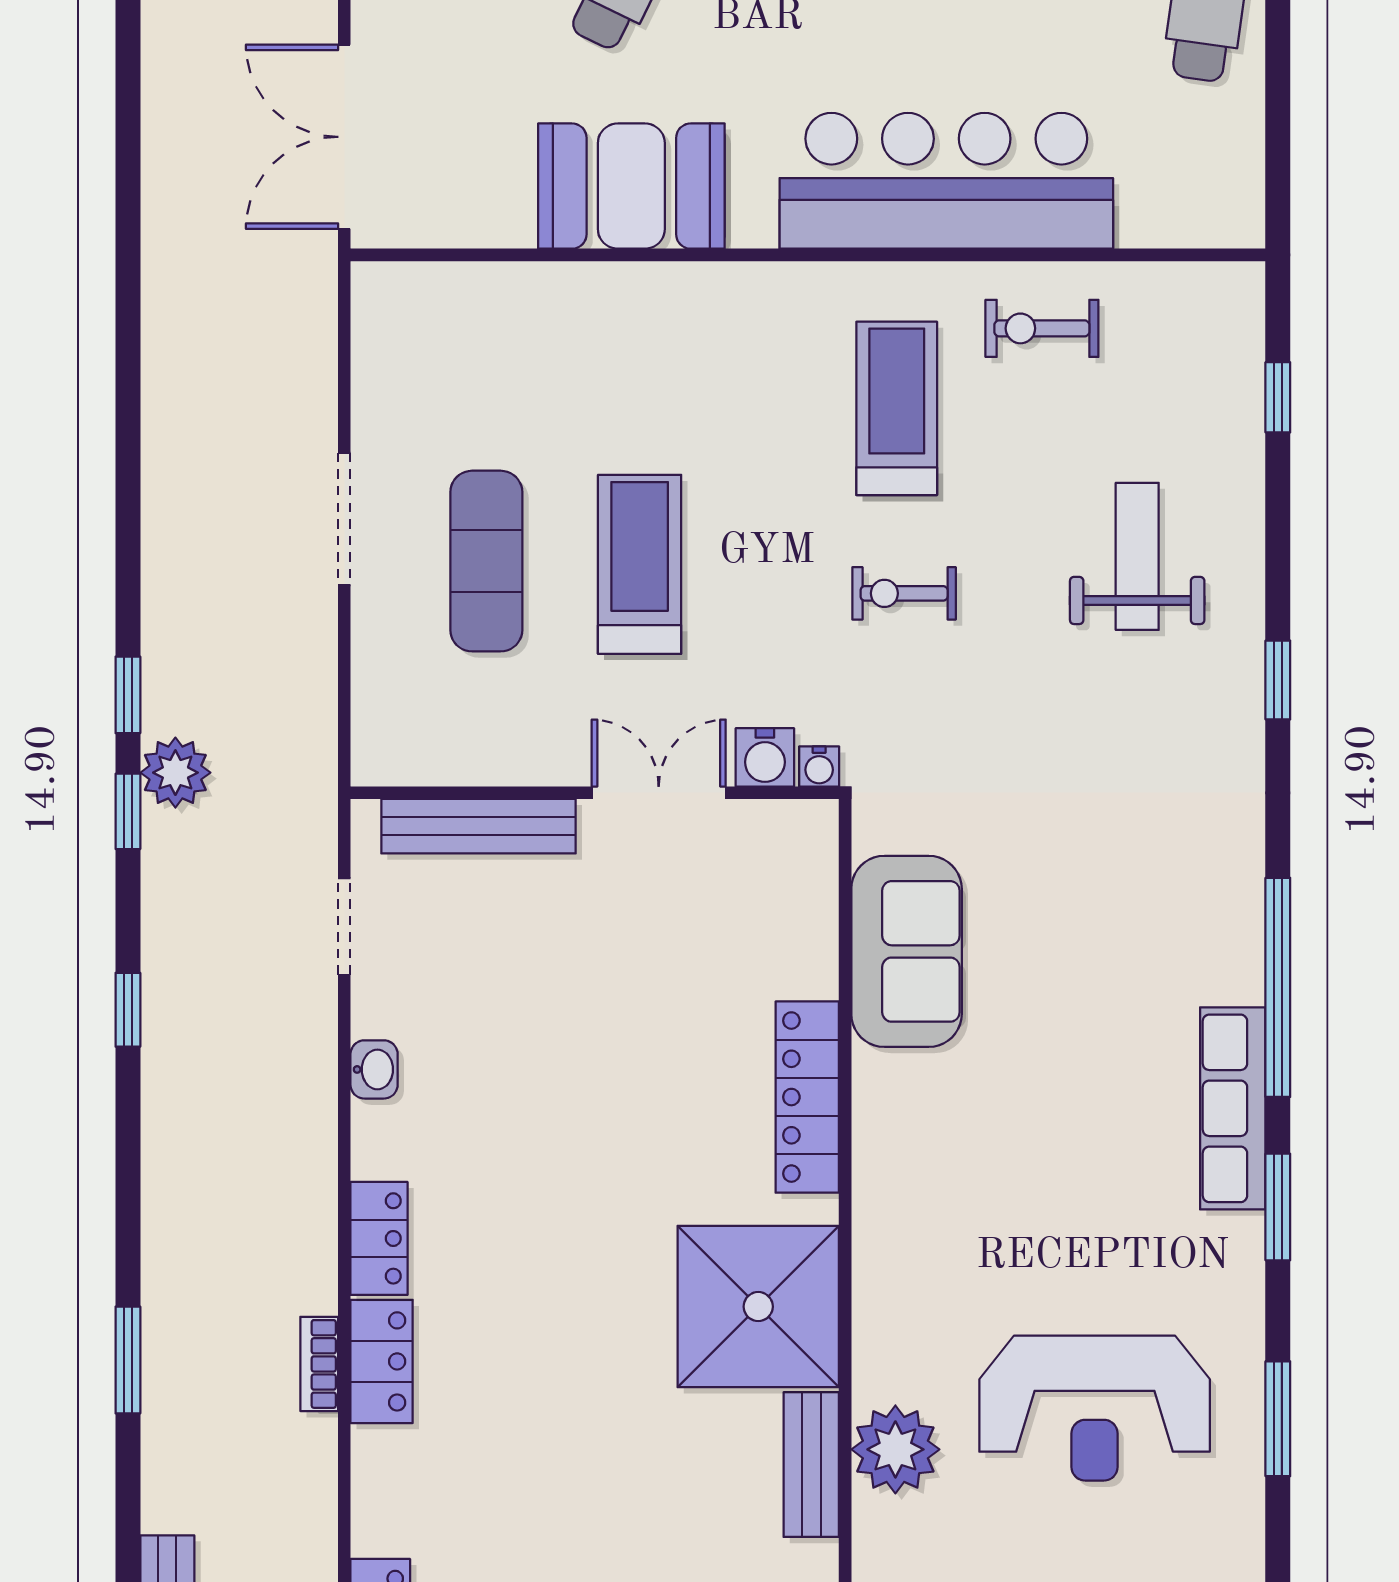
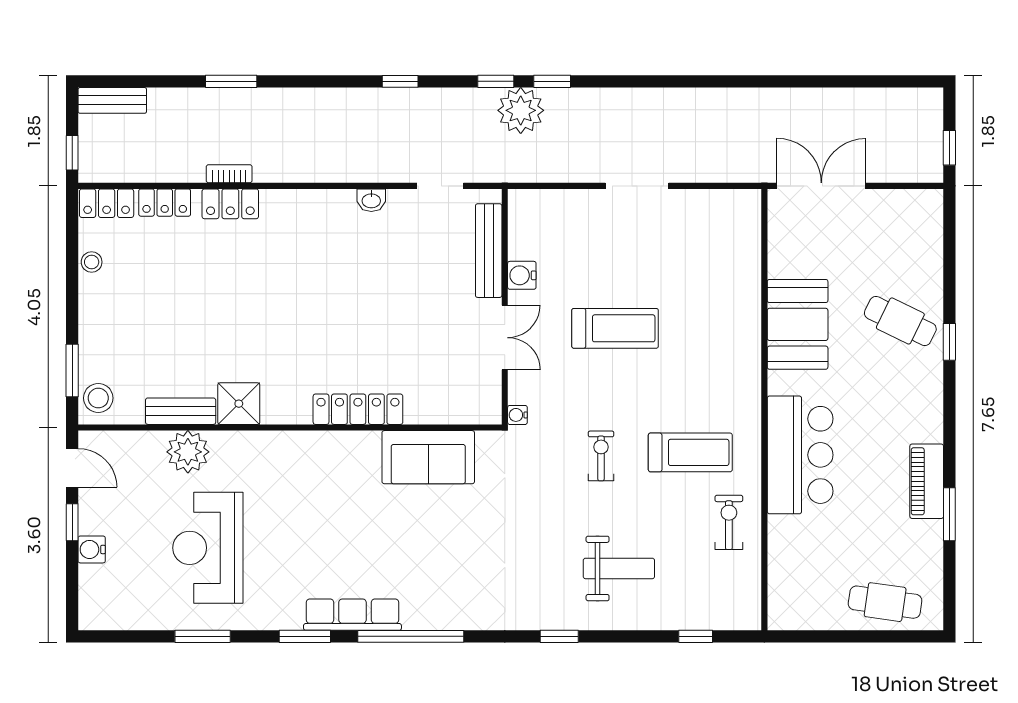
bar counter: (946, 181) -> (800, 455), width x0.73
exercise mat: (486, 561) -> (617, 254), removed
water cooler: (765, 757) -> (522, 275), moved
plant: (175, 773) -> (521, 110), width x1.36, depth x1.36
locker: (379, 1238) -> (165, 203), moved
shower: (758, 1307) -> (239, 404), width x0.54, depth x0.54

